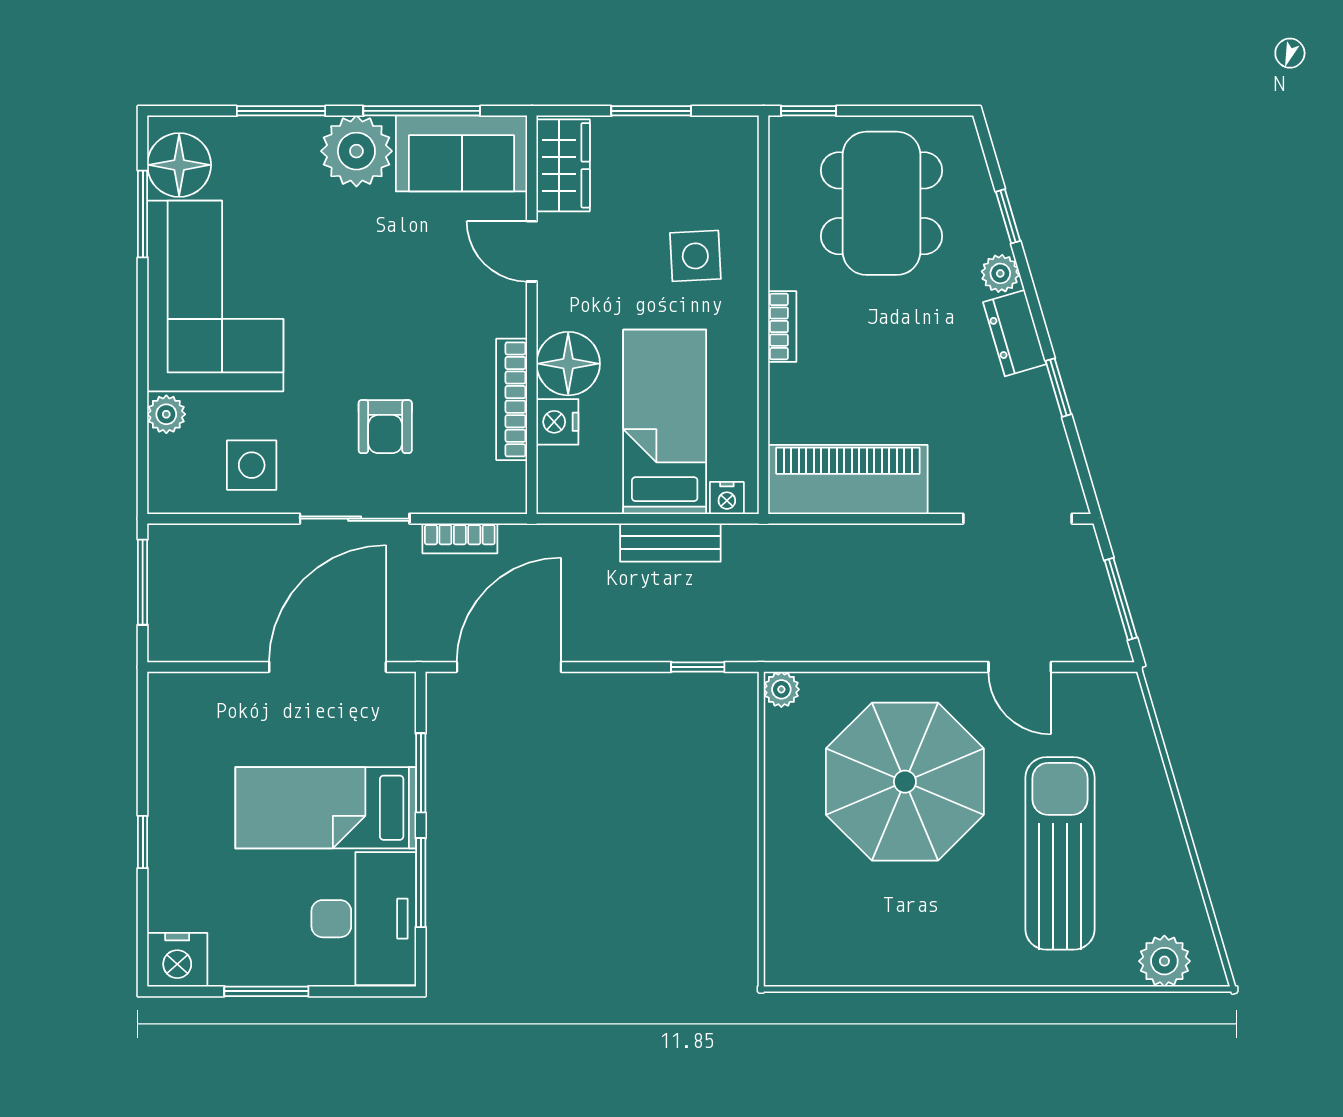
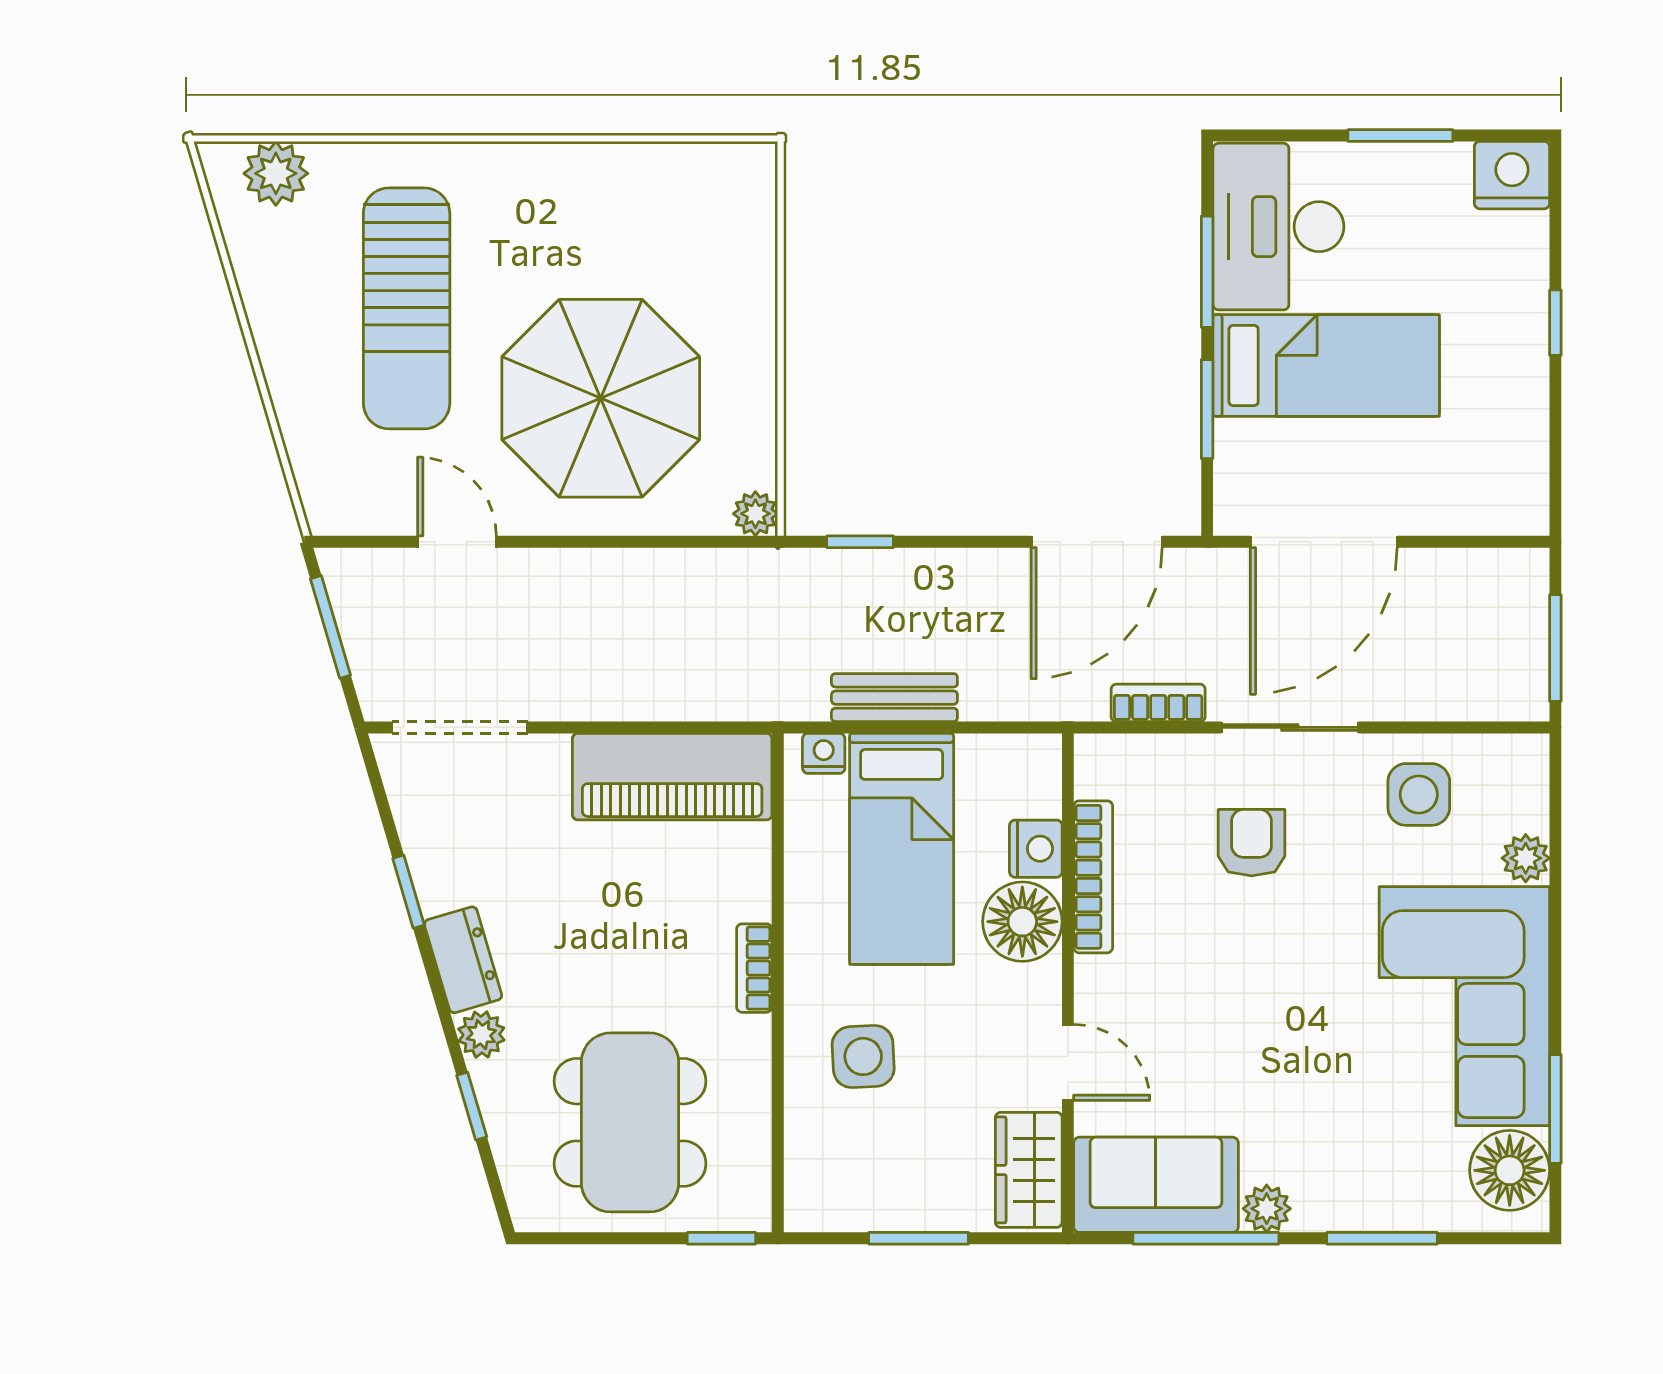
plant: (356, 151) -> (1267, 1209), width x0.53, depth x0.53

